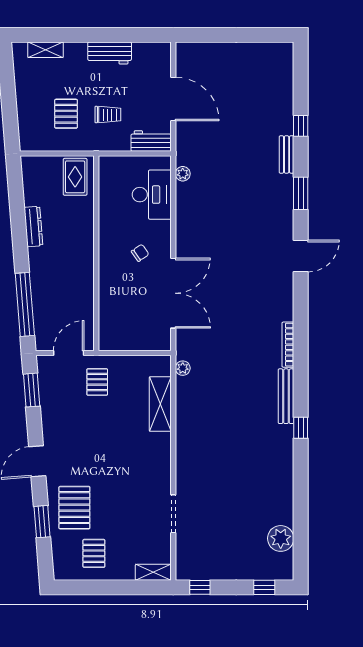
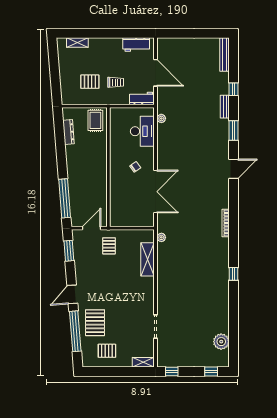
workbench: (110, 53) -> (136, 45), moved
pallet: (66, 114) -> (90, 82), turned 90
dresser: (33, 227) -> (68, 132), moved
bench: (286, 396) -> (225, 55), moved
window: (42, 522) -> (75, 331), width x2.11
pallet: (94, 553) -> (107, 351), turned 90

